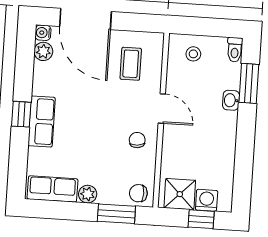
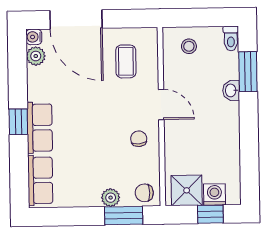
row of seats: (52, 189) -> (40, 180), moved, turned 90
plant: (88, 194) -> (111, 198), moved

